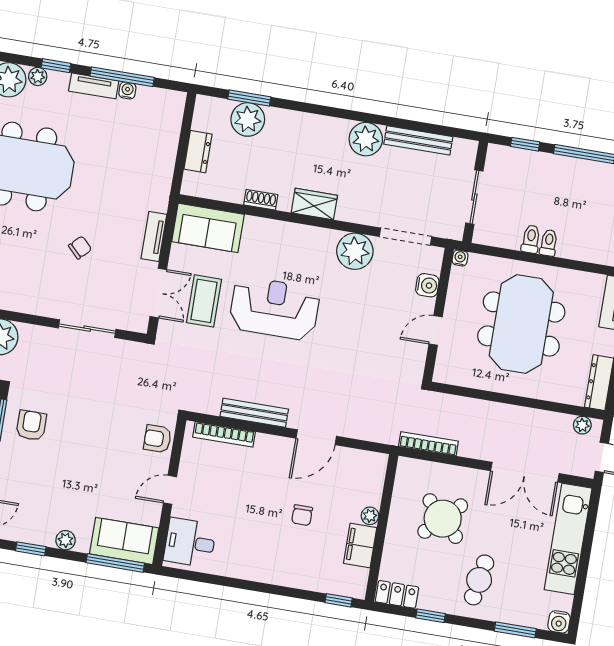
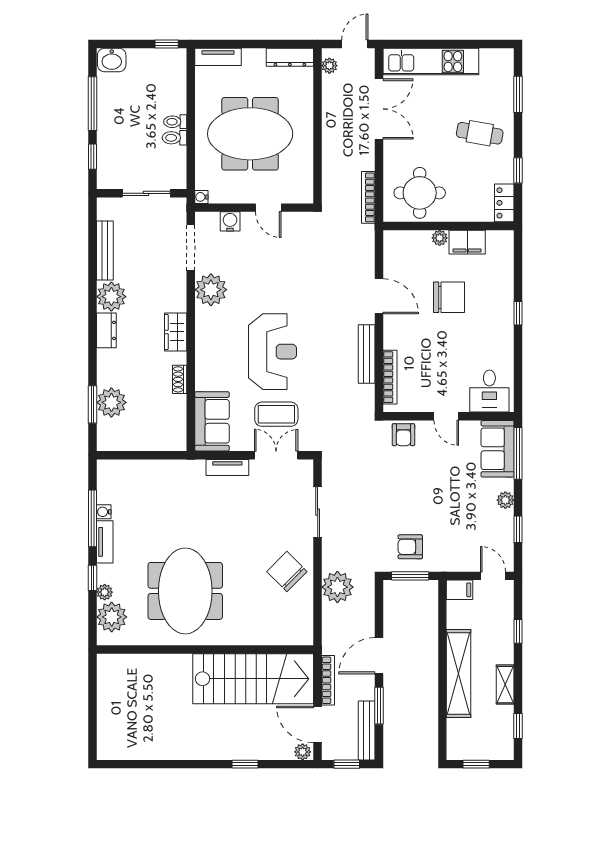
dresser: (198, 152) -> (106, 330), moved, turned 90
chair: (80, 248) -> (287, 572), moved, width x1.87, depth x1.87
reception desk: (274, 308) -> (272, 352), turned 180
chair: (302, 515) -> (449, 297), width x1.87, depth x1.87
round table: (443, 519) -> (420, 193), moved, turned 45
window: (339, 600) -> (518, 313), moved
water cooler: (559, 622) -> (505, 57), removed

